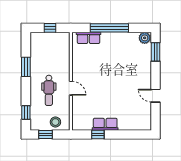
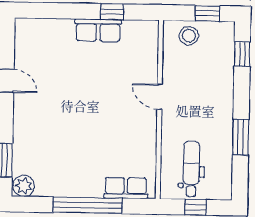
dental chair: (49, 90) -> (191, 169), moved

